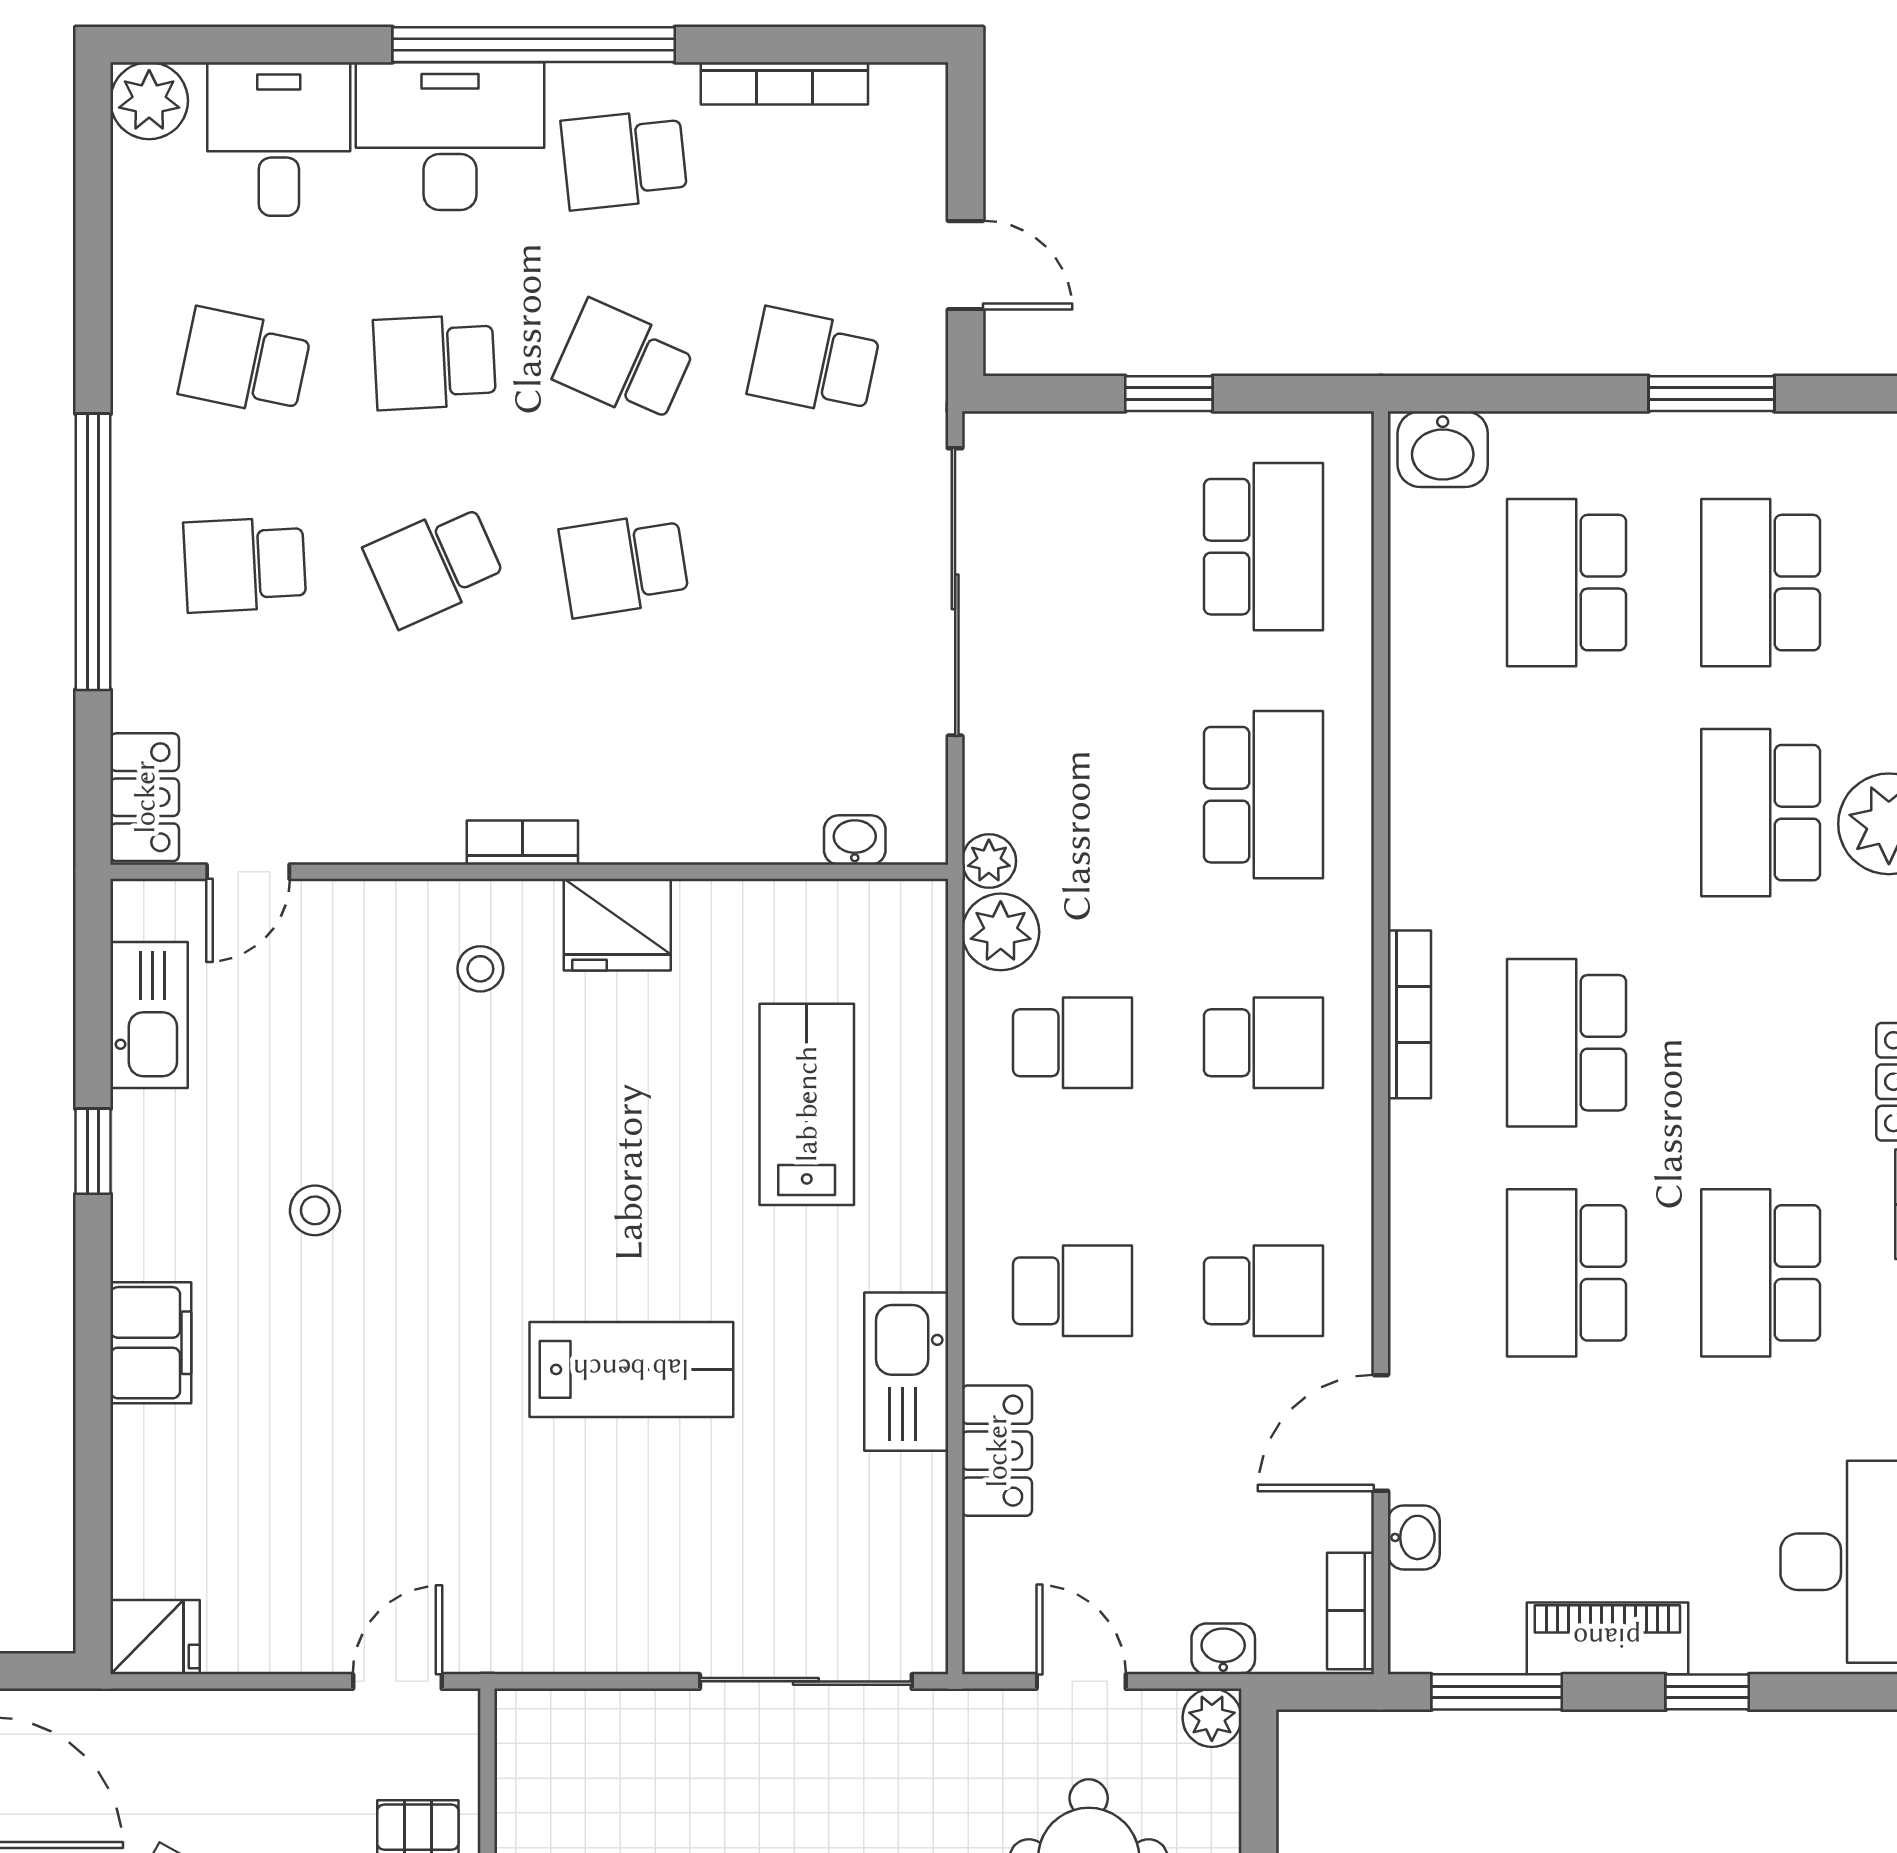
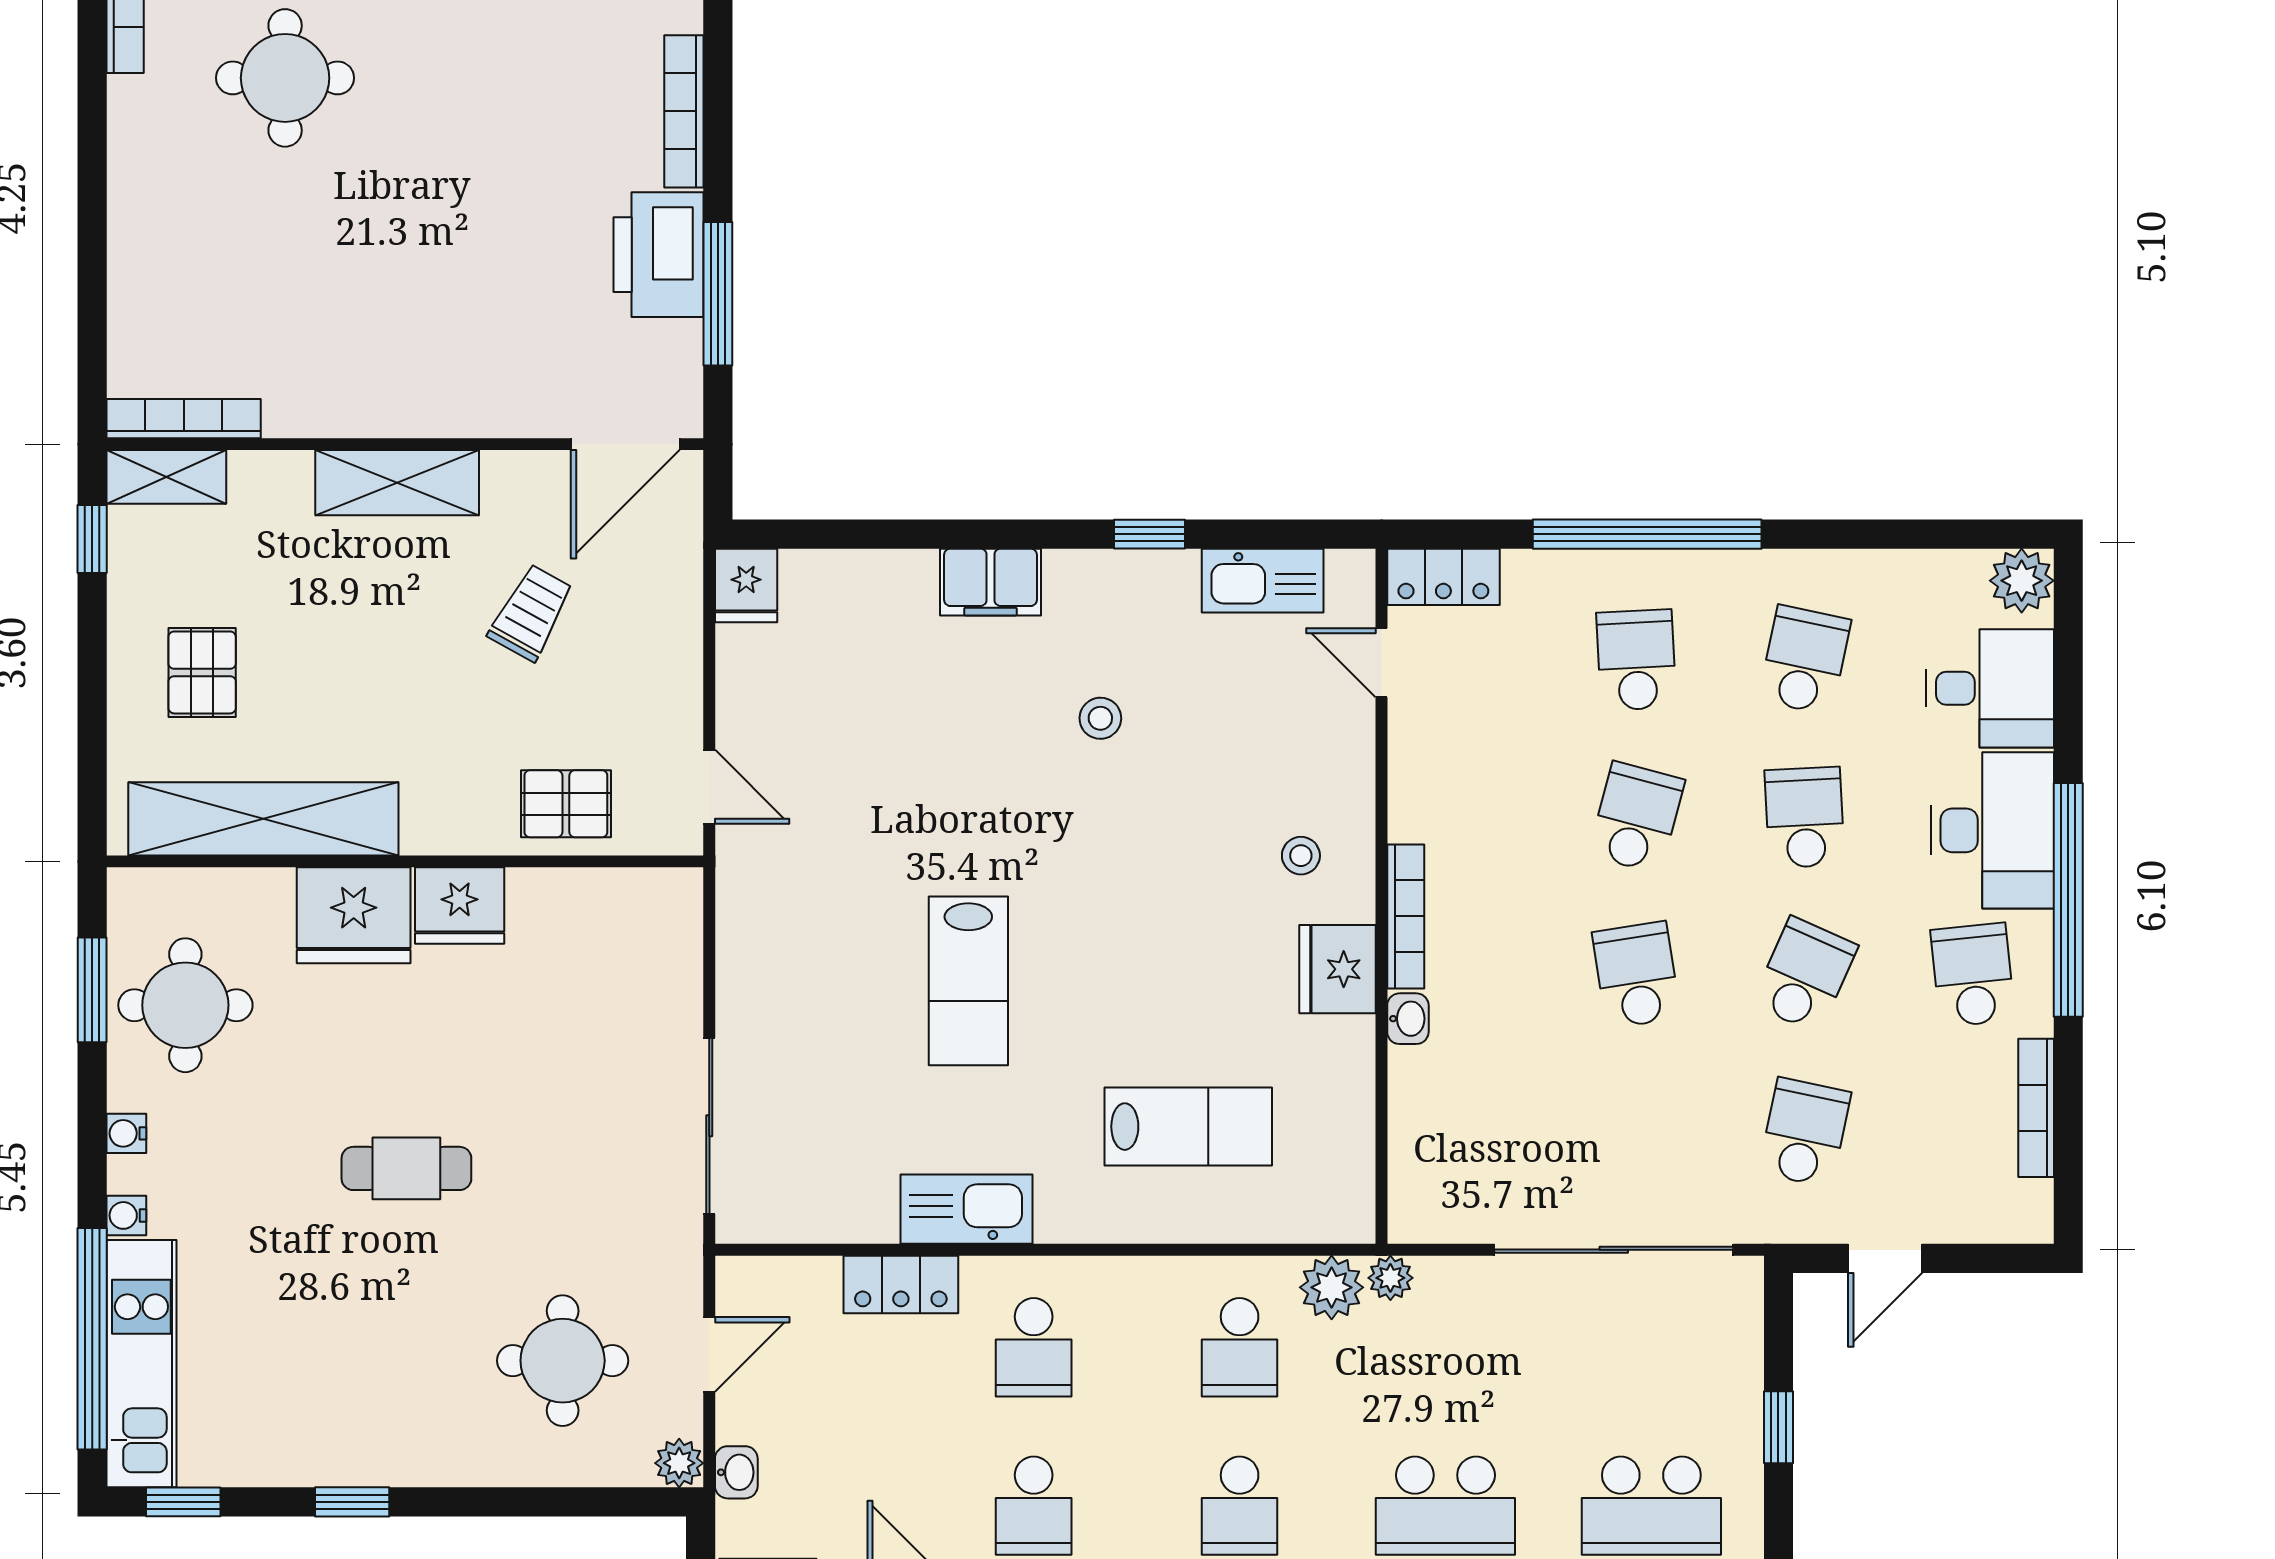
school desk: (434, 565) -> (1636, 817), turned 39
washbasin: (855, 840) -> (1408, 1019), moved
bookcase: (522, 843) -> (1406, 916), width x1.56

